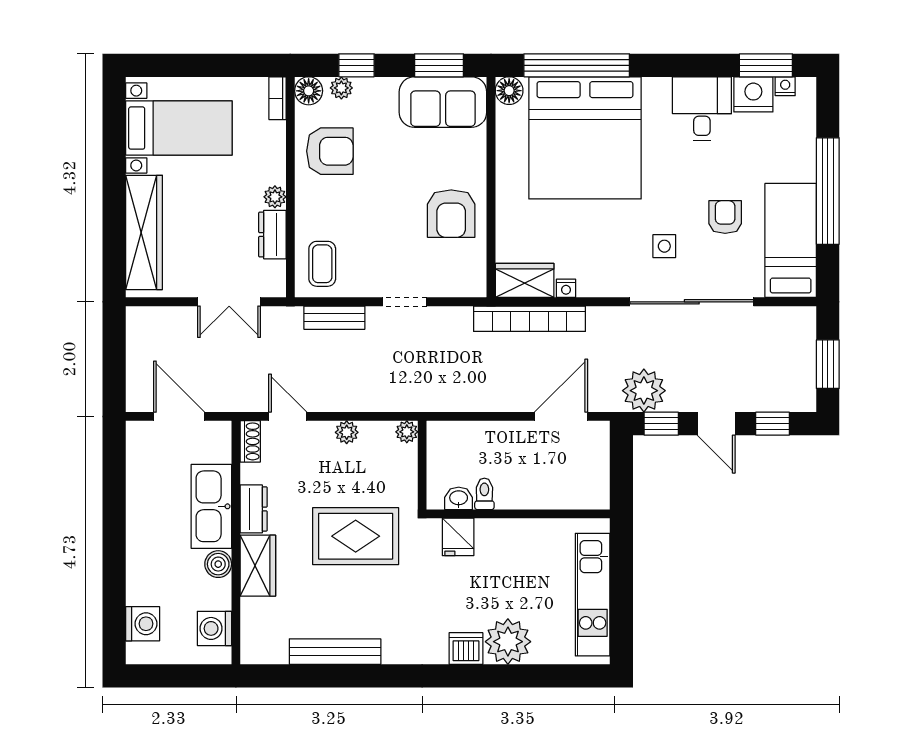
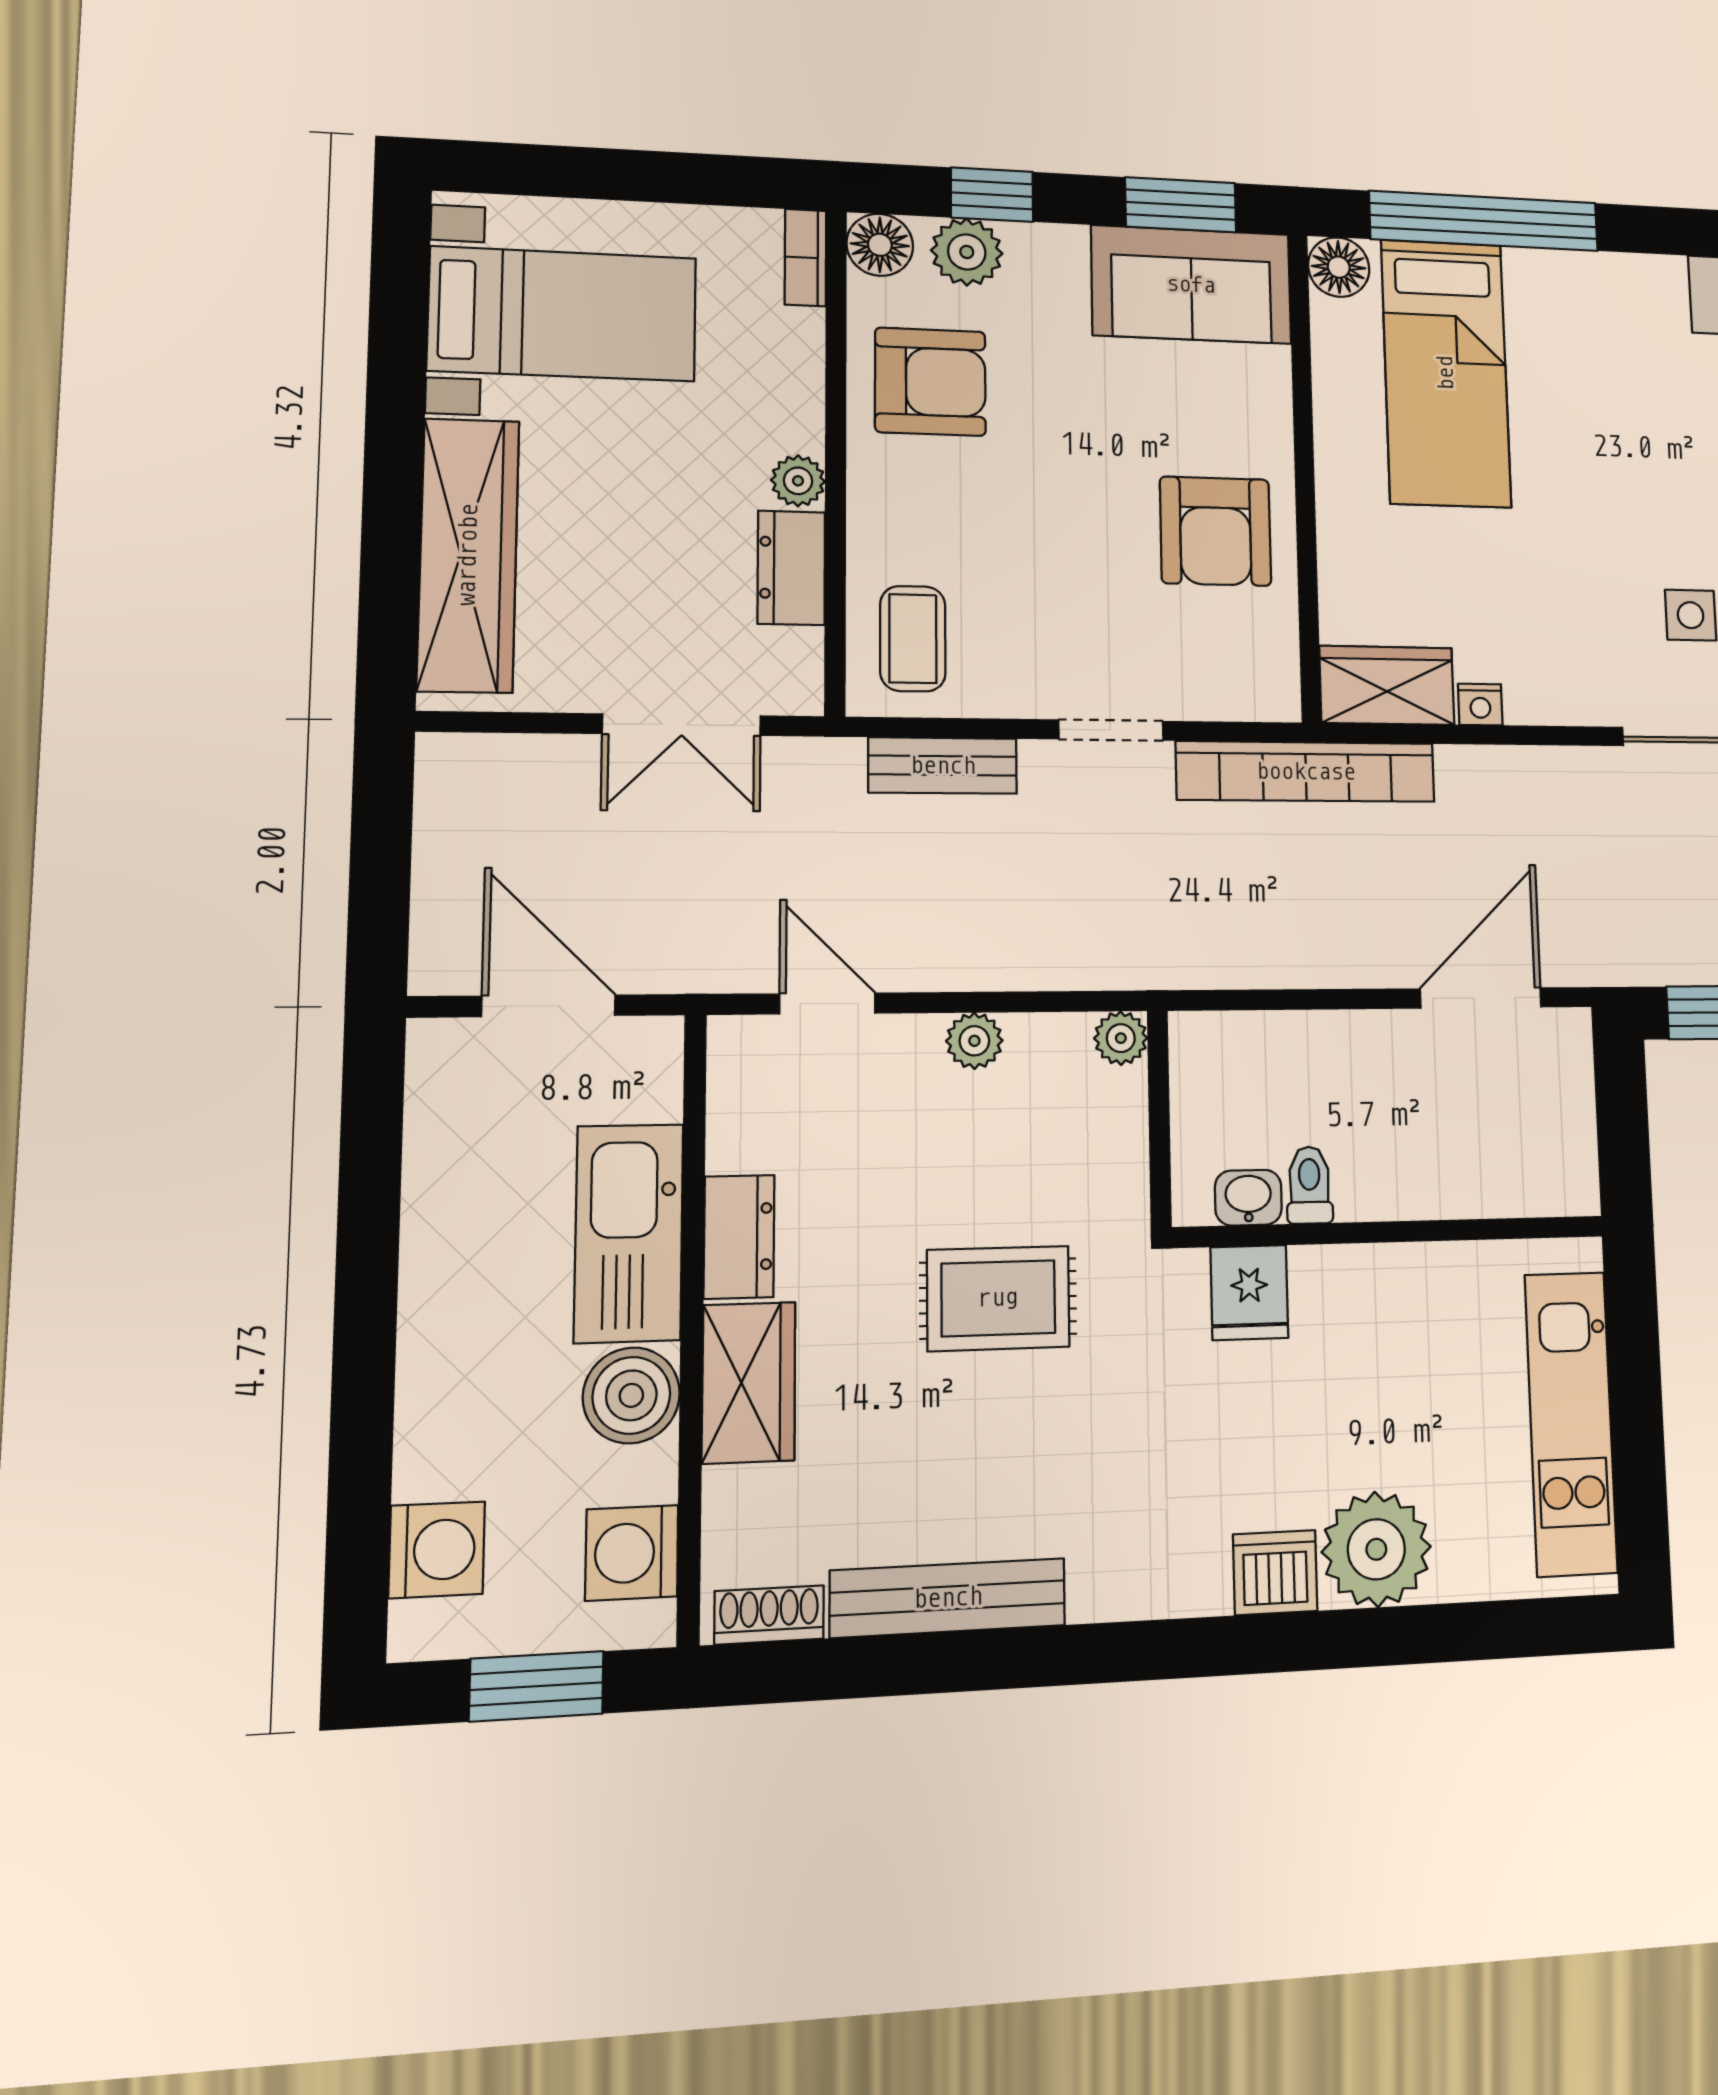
plant: (341, 88) -> (967, 252), width x1.38, depth x1.38
bed: (585, 138) -> (1446, 373), width x0.49
bookcase: (529, 319) -> (1306, 772), moved
plant: (644, 391) -> (1663, 937), removed
shoe rack: (250, 441) -> (769, 1615), moved, turned -90
rug: (356, 536) -> (998, 1298), width x0.73, depth x0.70
boiler: (218, 564) -> (631, 1395), width x1.36, depth x1.36
window: (180, 676) -> (536, 1686), added

